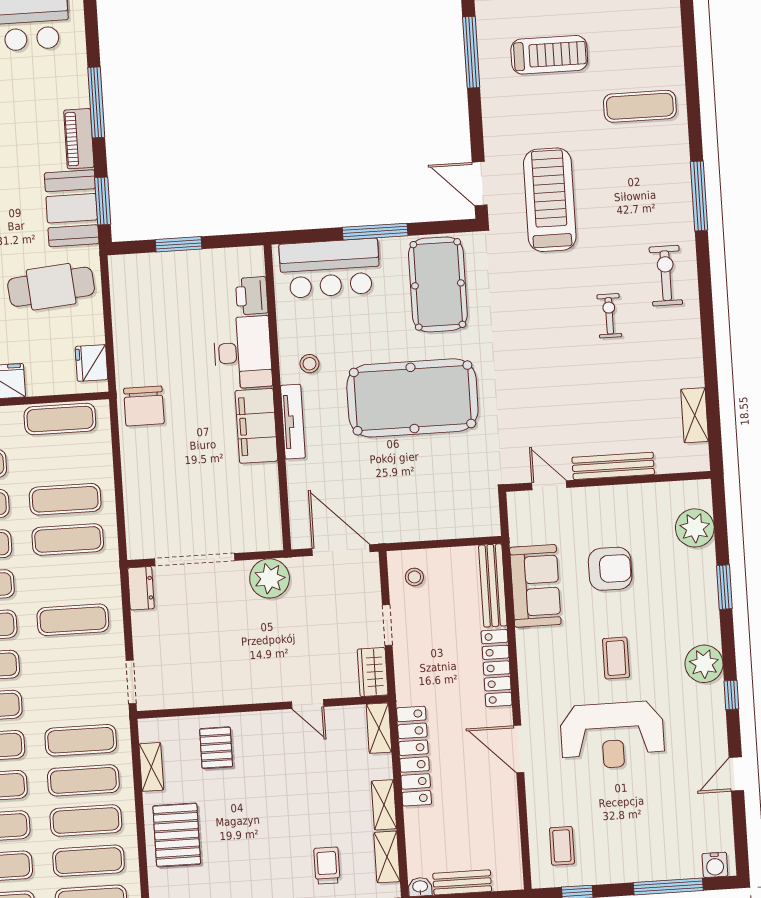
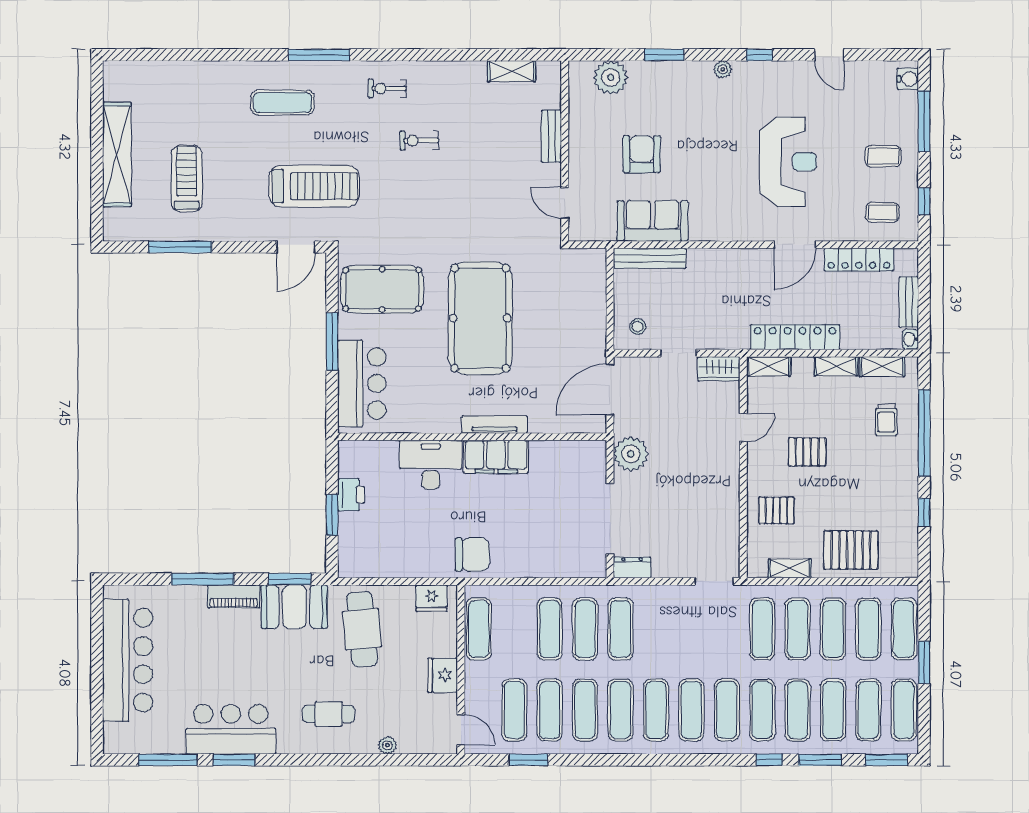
exercise mat: (640, 106) -> (283, 103), moved, turned 90
treadmill: (550, 200) -> (314, 186), turned 180
exercise bike: (666, 276) -> (387, 89), width x0.73, depth x0.72
printer: (252, 296) -> (351, 495), moved, turned -90
stool: (309, 364) -> (444, 407), removed
bench: (613, 466) -> (551, 136), width x0.73
door: (549, 485) -> (565, 203), hinge flipped
exercise mat: (73, 620) -> (621, 629), moved
coffee table: (616, 658) -> (883, 156), moved
plant: (704, 664) -> (723, 69), width x0.53, depth x0.53
locker: (497, 668) -> (859, 260), moved
pallet: (285, 778) -> (807, 452), added
trolley: (327, 866) -> (886, 420), turned -90

